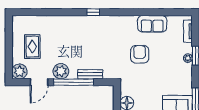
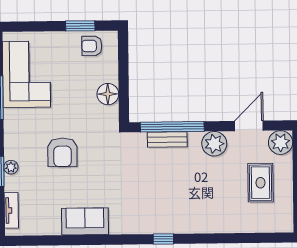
sofa: (152, 24) -> (85, 221), moved
armchair: (140, 54) -> (62, 152), moved
window: (74, 82) -> (172, 127), moved

